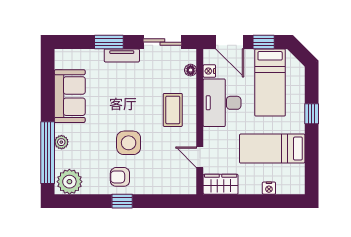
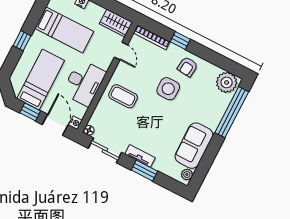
floor lamp: (191, 70) -> (89, 130), moved
nightstand: (209, 71) -> (75, 123), moved
coffee table: (173, 110) -> (123, 96), turned 90
plant: (61, 142) -> (187, 174), moved
armchair: (120, 177) -> (187, 67), turned 96
bookcase: (174, 189) -> (152, 37), added
window: (122, 201) -> (180, 41), moved

